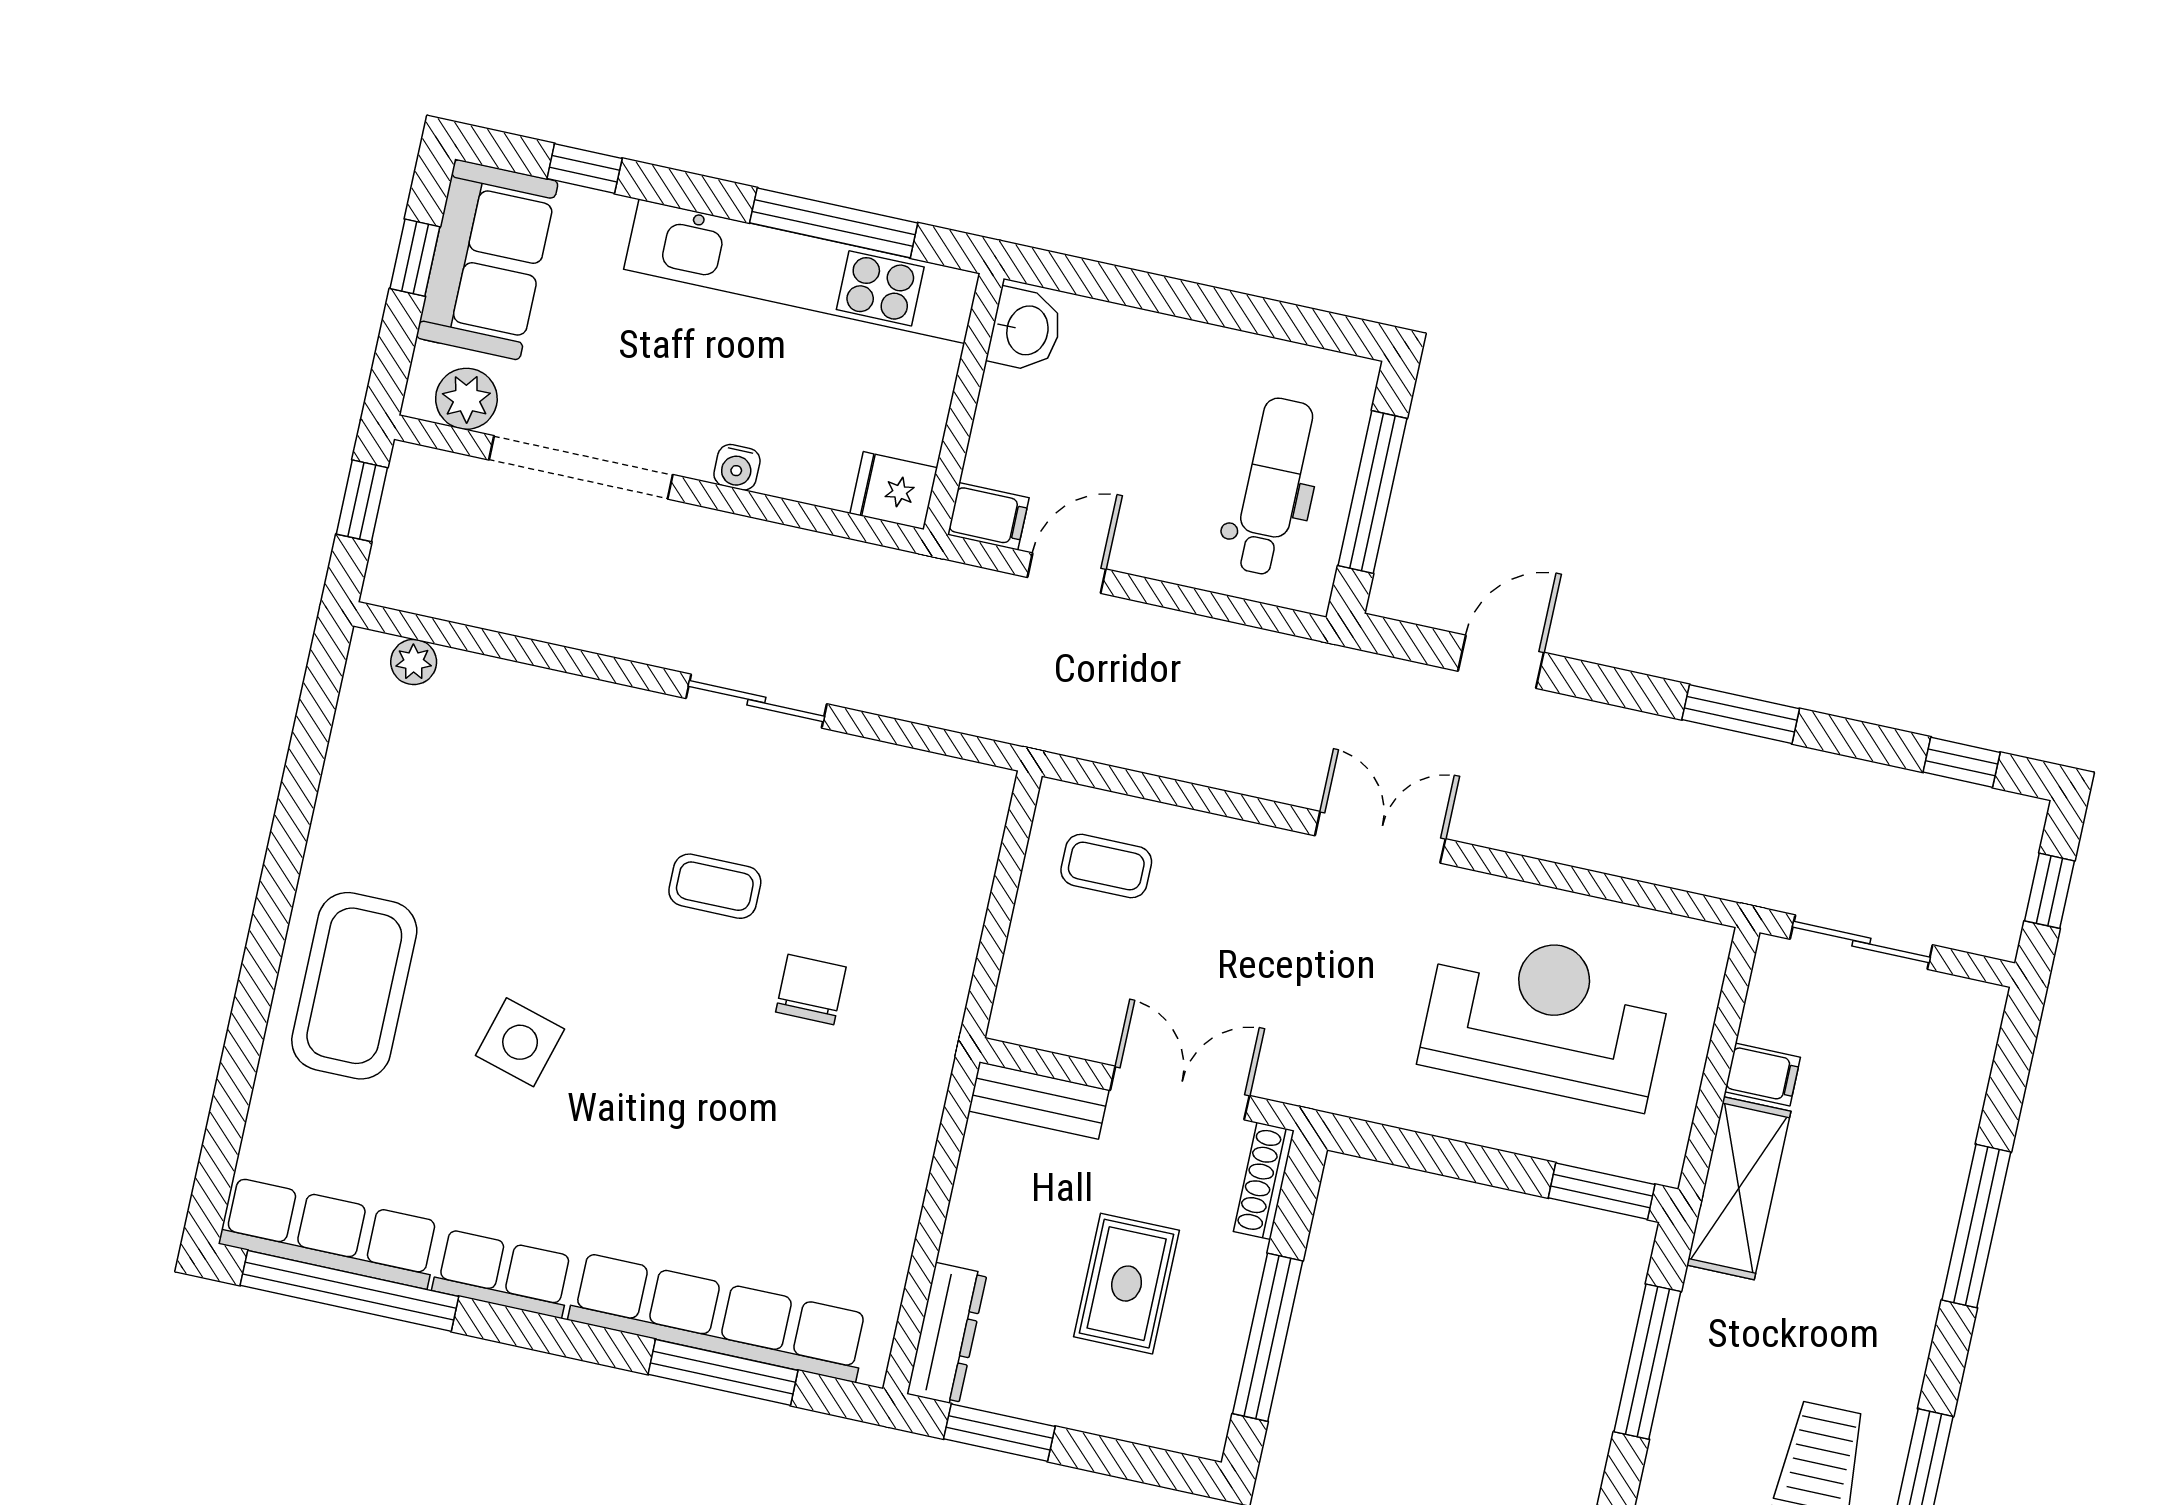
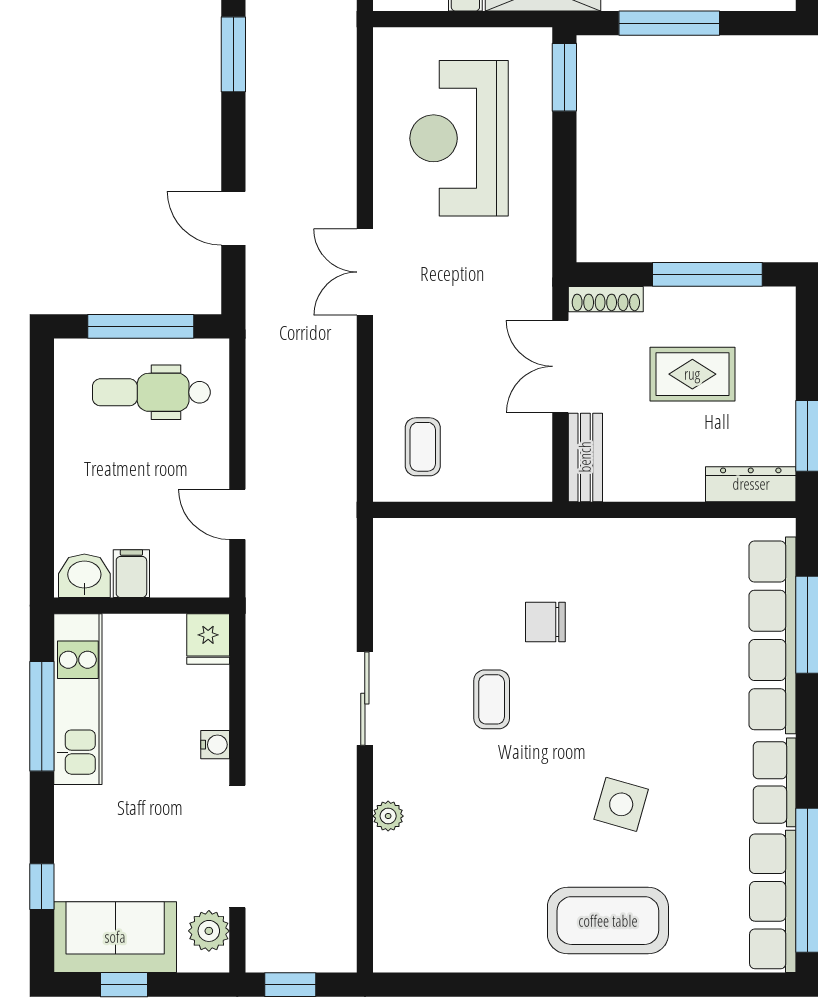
kitchen unit: (802, 271) -> (78, 699), width x0.73
filing cabinet: (988, 516) -> (131, 574), moved
plant: (414, 662) -> (388, 816), moved

